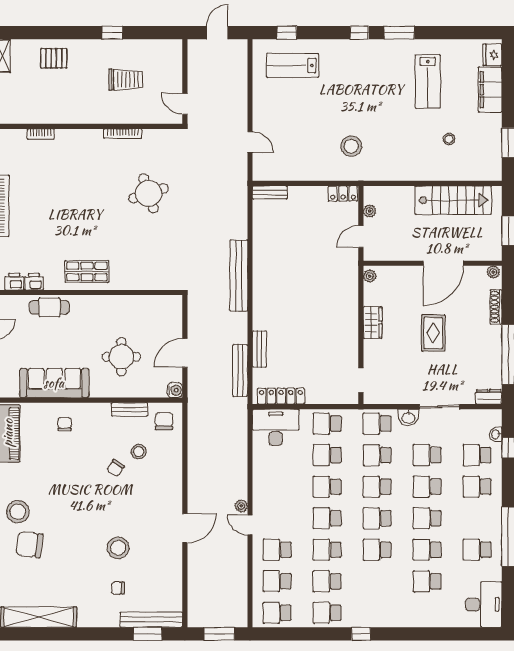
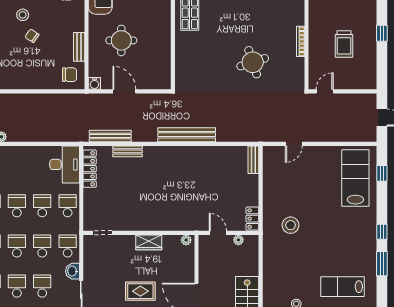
lab bench: (293, 65) -> (355, 178), width x1.36, depth x1.39
stool: (139, 452) -> (23, 15), moved

